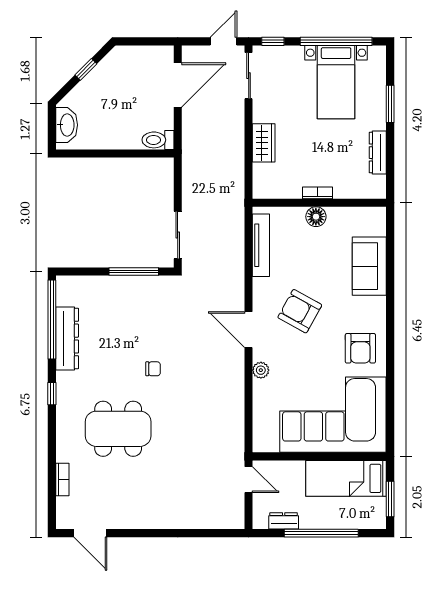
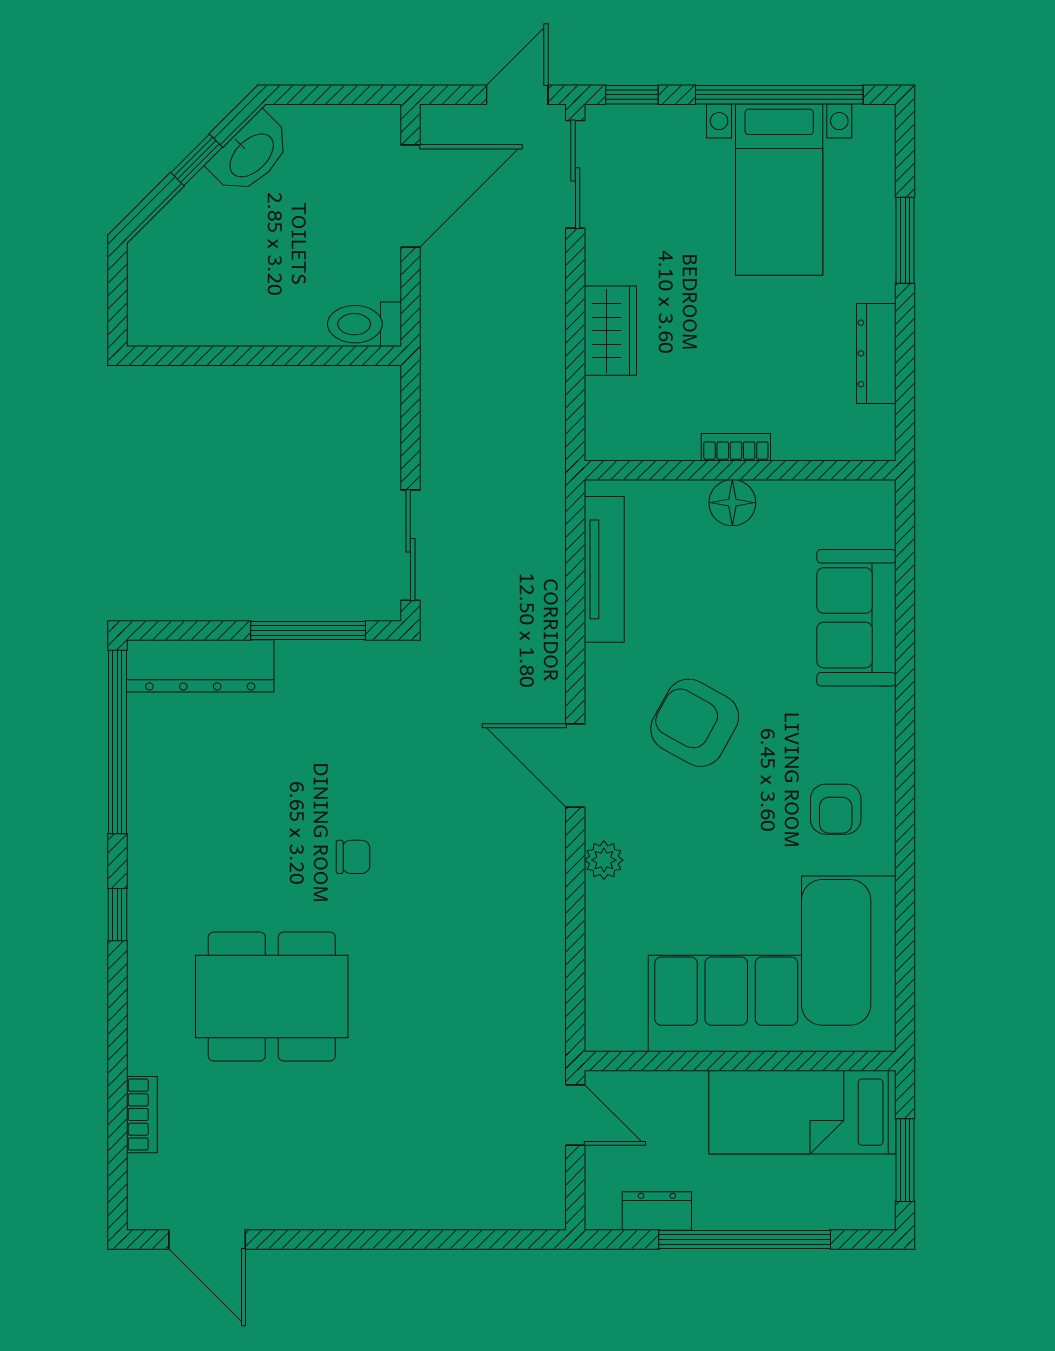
washbasin: (67, 125) -> (251, 154), moved, turned 45
dresser: (67, 339) -> (200, 666), moved, turned 90
armchair: (360, 348) -> (836, 809), width x0.72, depth x0.72

